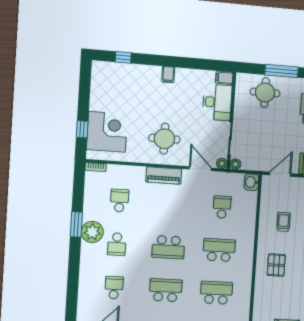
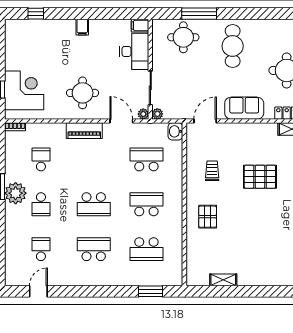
school desk: (222, 207) -> (146, 159), width x1.85
school desk: (216, 293) -> (146, 249), turned 180

